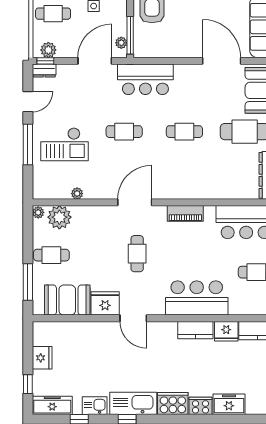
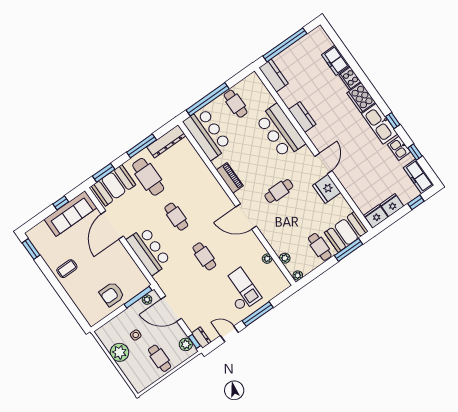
bar counter: (145, 79) -> (149, 251), moved
plant: (59, 217) -> (285, 258), width x0.53, depth x0.53
booth: (67, 300) -> (346, 232), moved, turned 90
fridge: (226, 331) -> (376, 216), moved, turned -90

